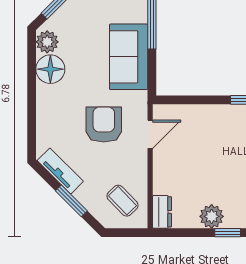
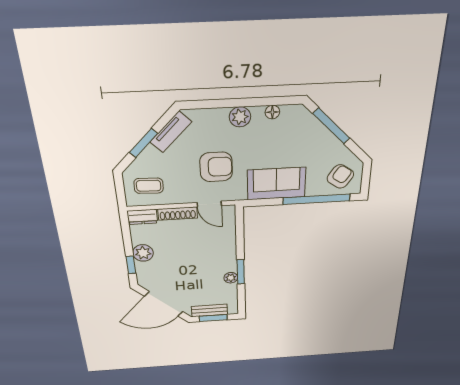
plant: (47, 42) -> (240, 117), moved
floor lamp: (50, 69) -> (272, 112), width x0.53, depth x0.53
shoe rack: (160, 171) -> (178, 214), added
coffee table: (123, 201) -> (149, 186), turned 46

